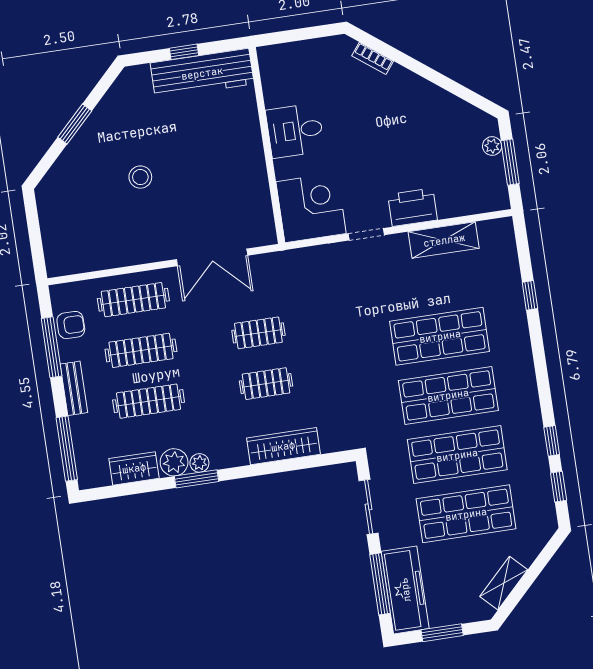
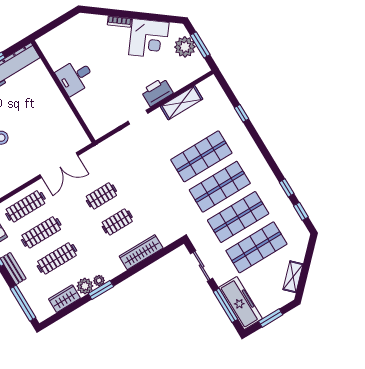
bookcase: (373, 58) -> (119, 22), moved
plant: (492, 146) -> (185, 47), width x1.87, depth x1.87
corner desk: (311, 208) -> (149, 39), moved, turned 127

